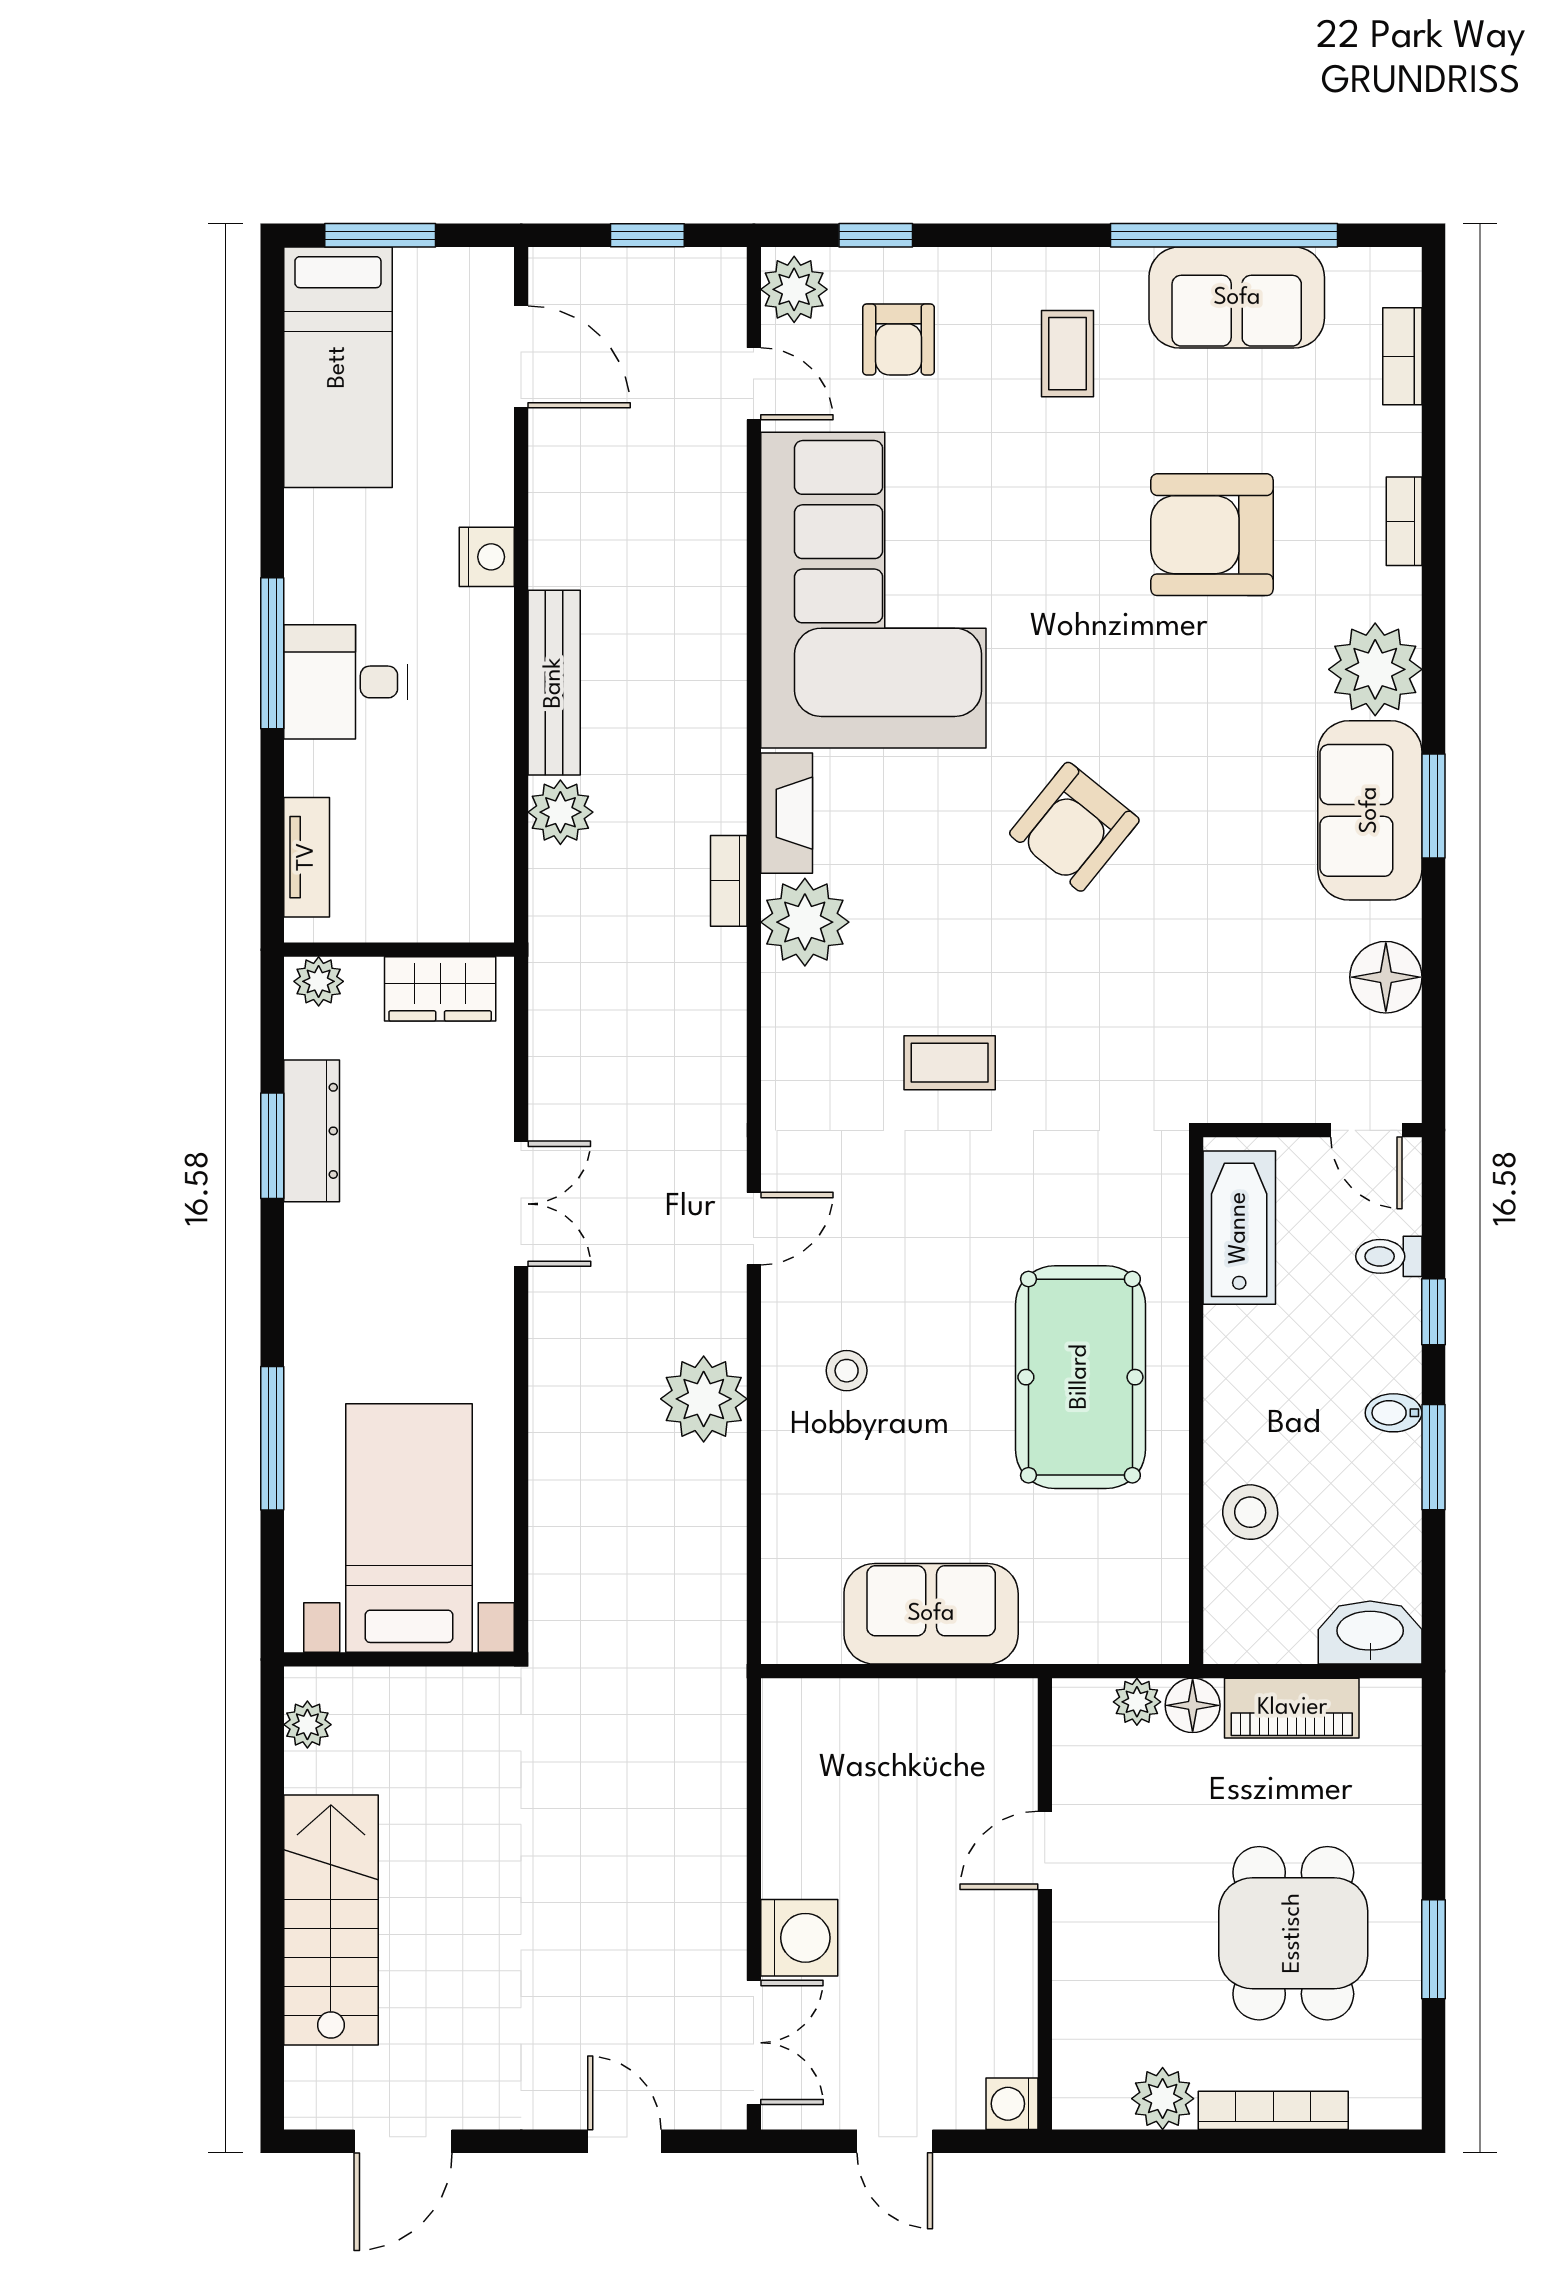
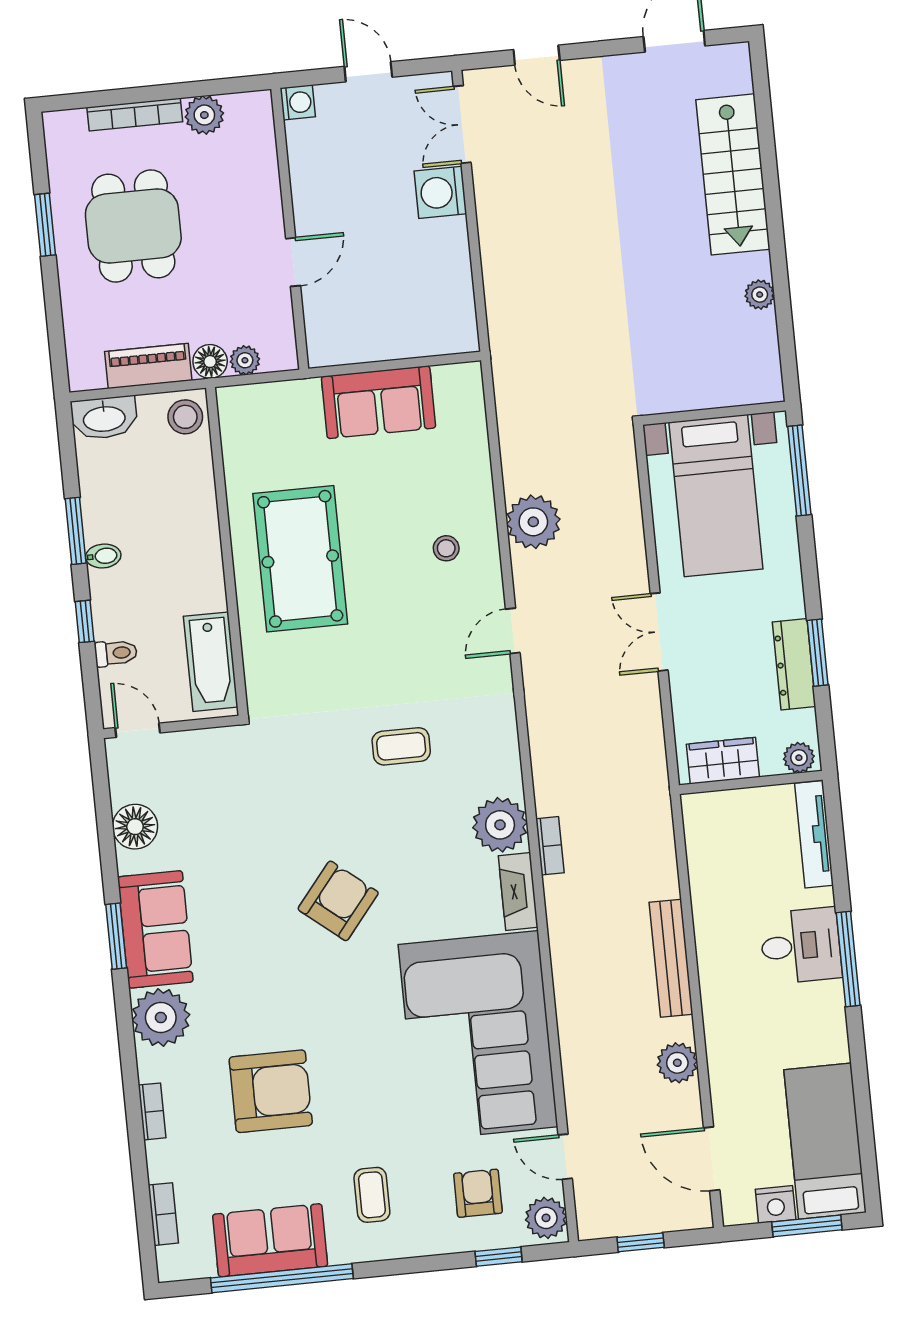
nightstand: (487, 557) -> (776, 1204), moved, turned -90
plant: (560, 812) -> (677, 1063), moved
tv unit: (307, 857) -> (814, 834), width x1.41
stool: (1250, 1512) -> (185, 417), moved
bed with nightstands: (409, 1528) -> (716, 496), moved
wall: (399, 1659) -> (714, 413), moved

